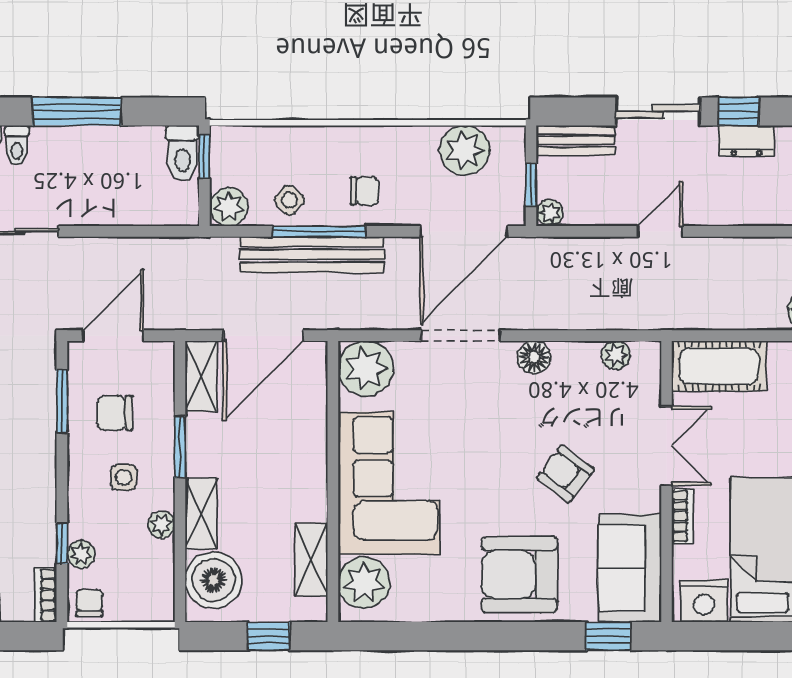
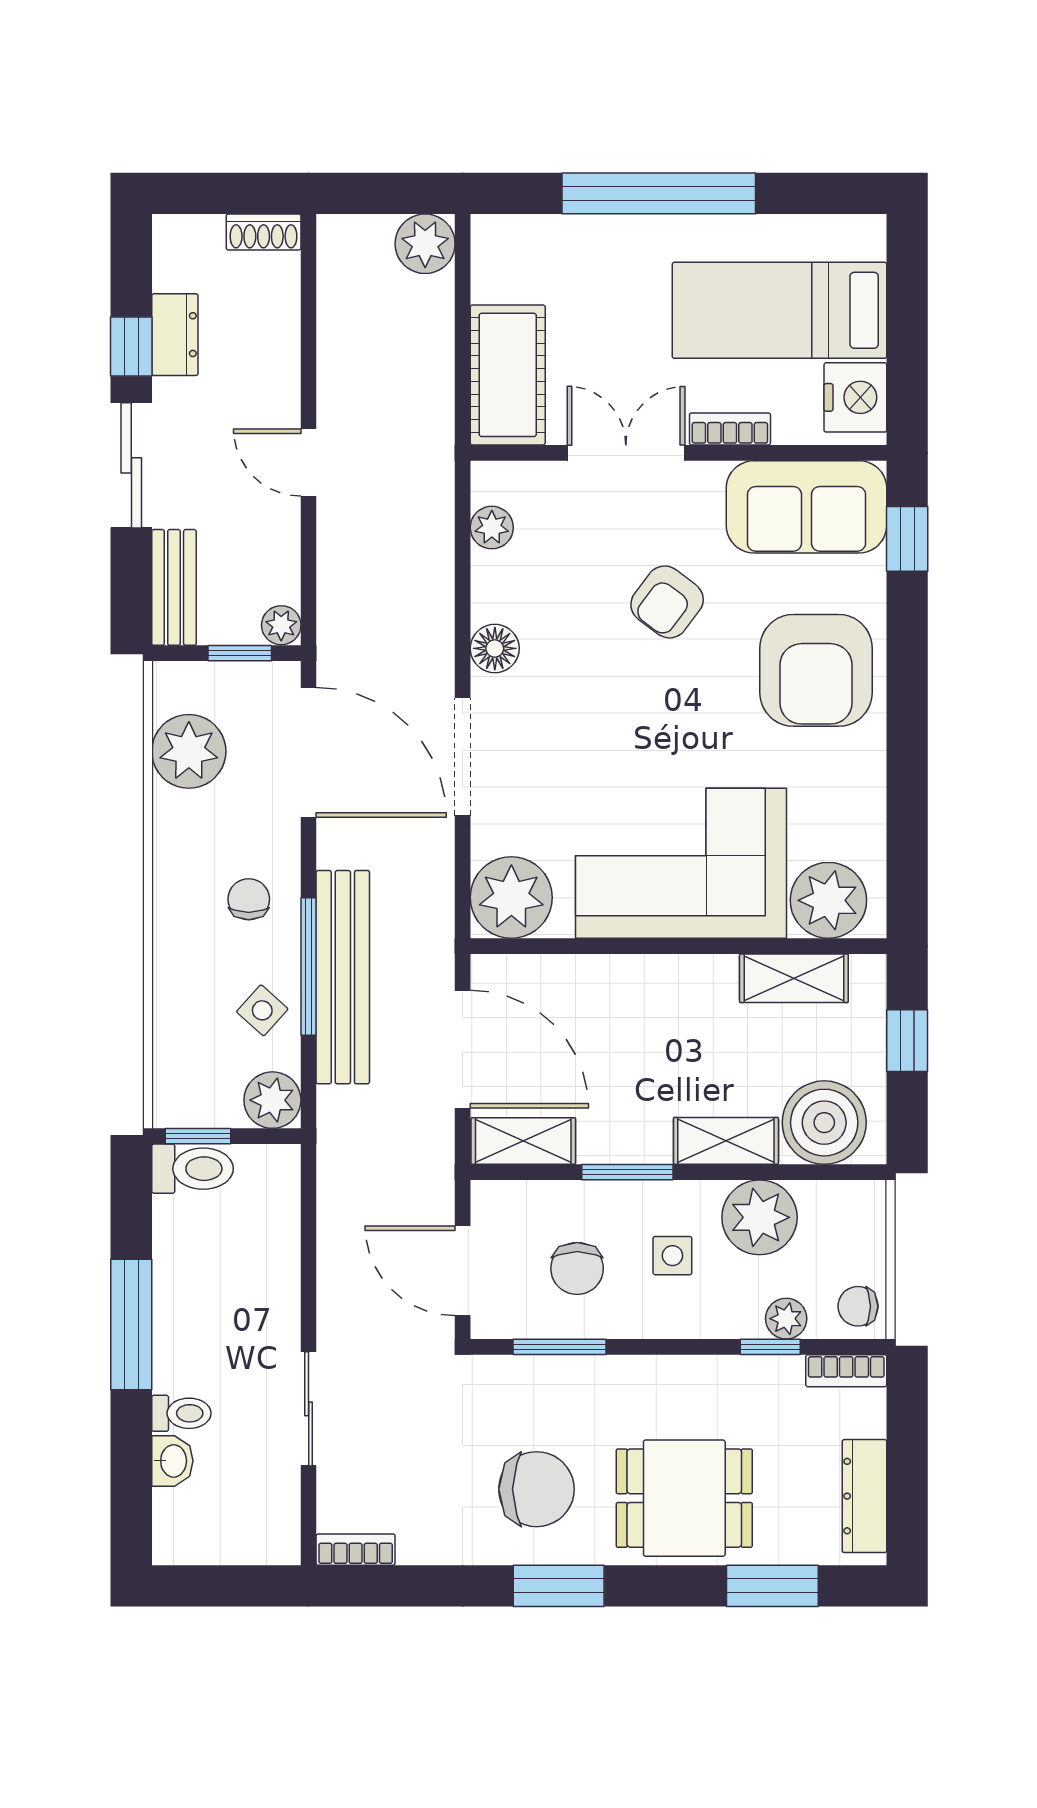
plant: (161, 524) -> (760, 1217), width x1.87, depth x1.87

